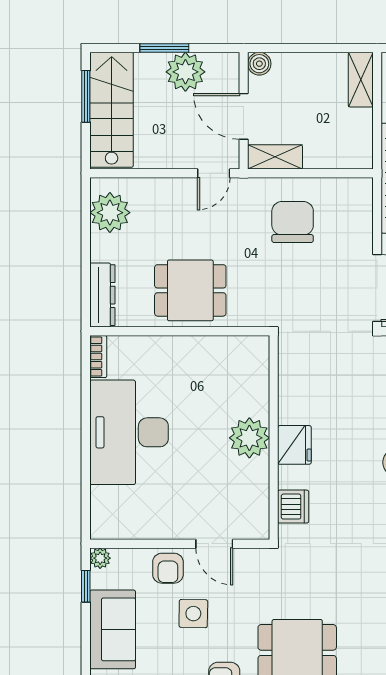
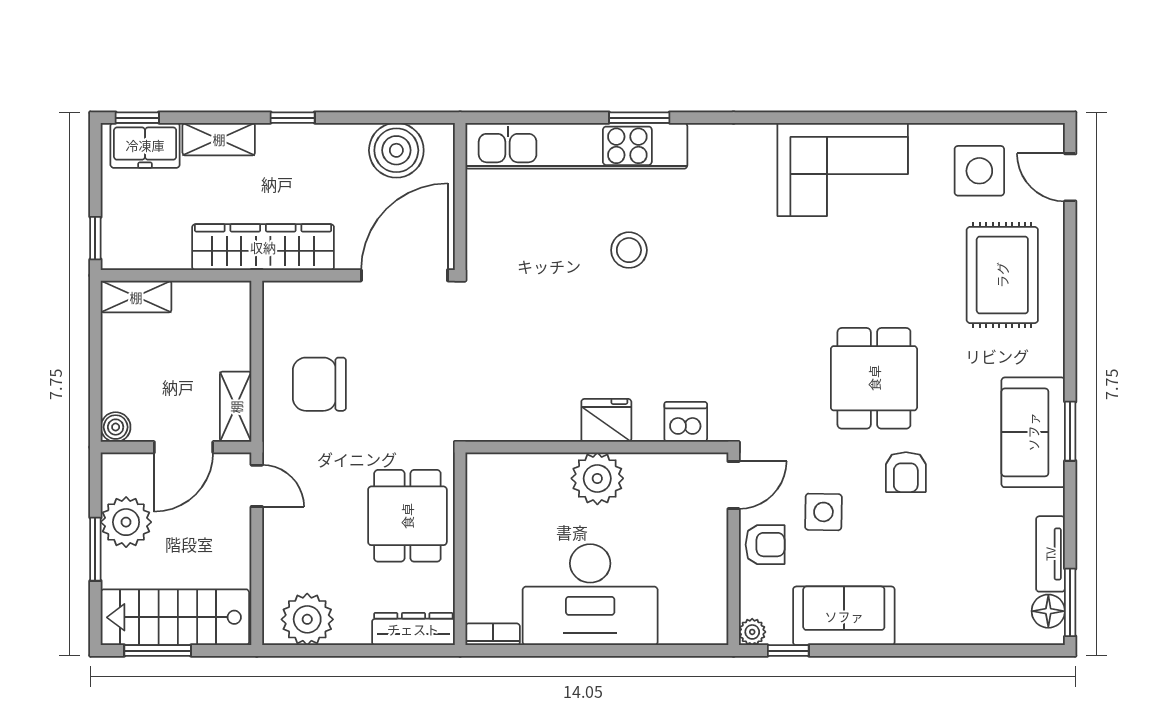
plant: (249, 438) -> (597, 478), moved
wall: (274, 438) -> (597, 447), moved
fridge: (294, 445) -> (606, 420), moved
dishwasher: (293, 507) -> (686, 422), moved

